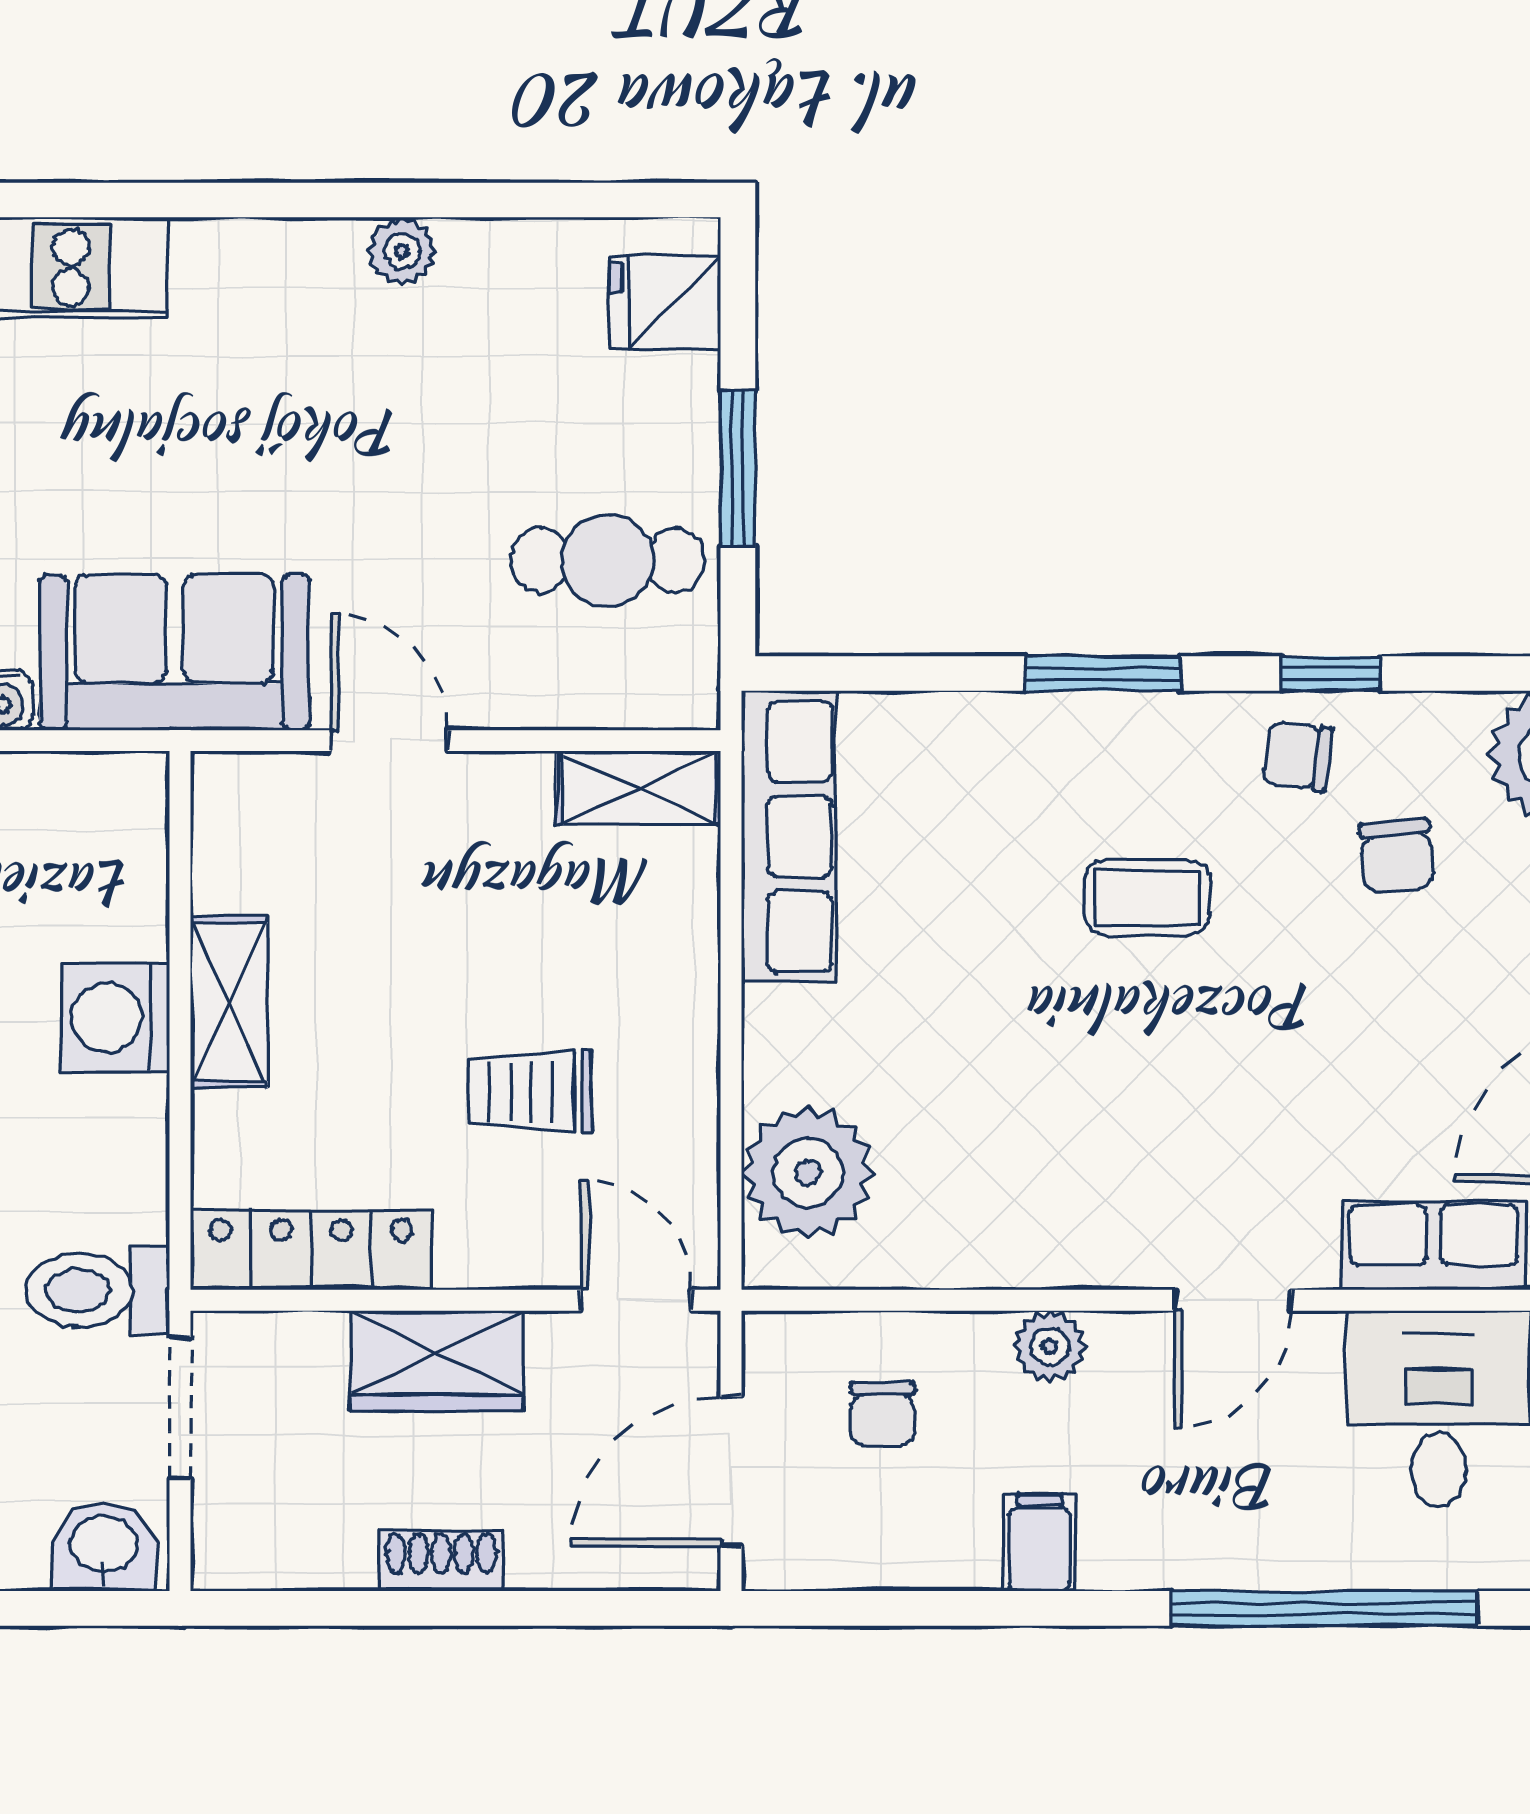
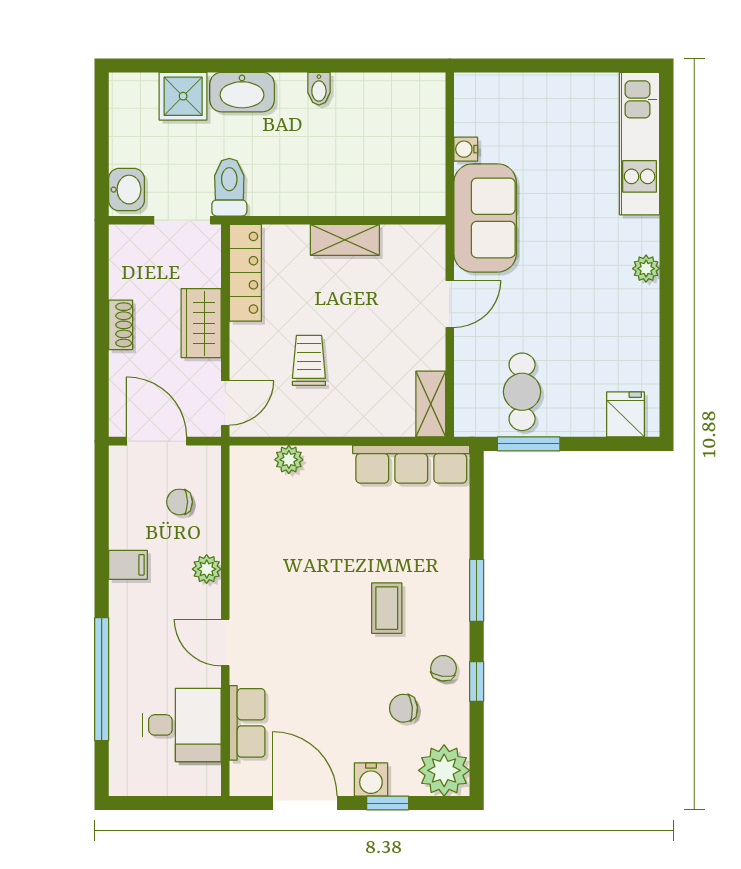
plant: (402, 251) -> (646, 269), moved
window: (738, 469) -> (529, 444), moved
washing machine: (115, 1017) -> (339, 194), removed
plant: (808, 1173) -> (289, 460), width x0.53, depth x0.53

